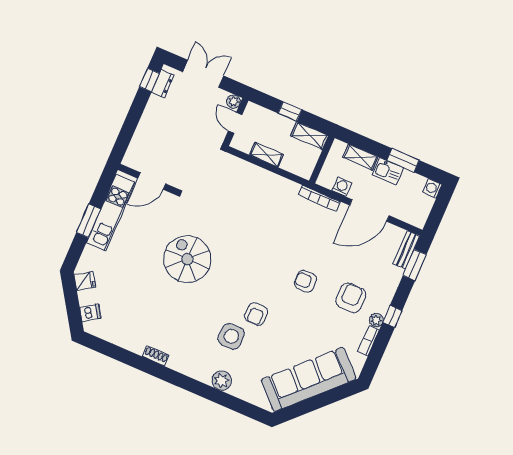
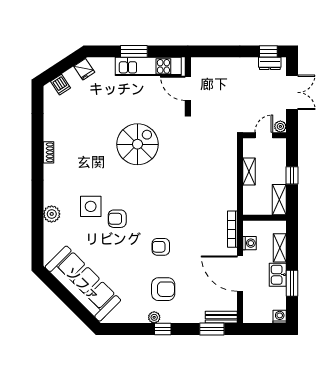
armchair: (305, 281) -> (161, 247), turned -90
bookcase: (369, 341) -> (135, 318), removed

